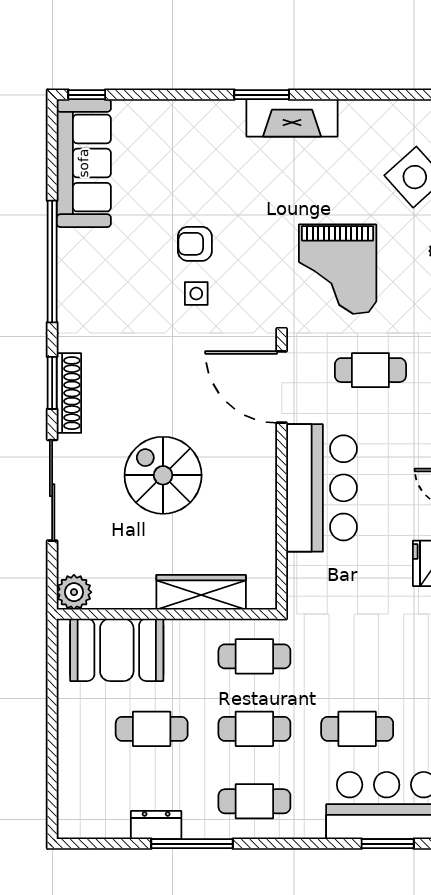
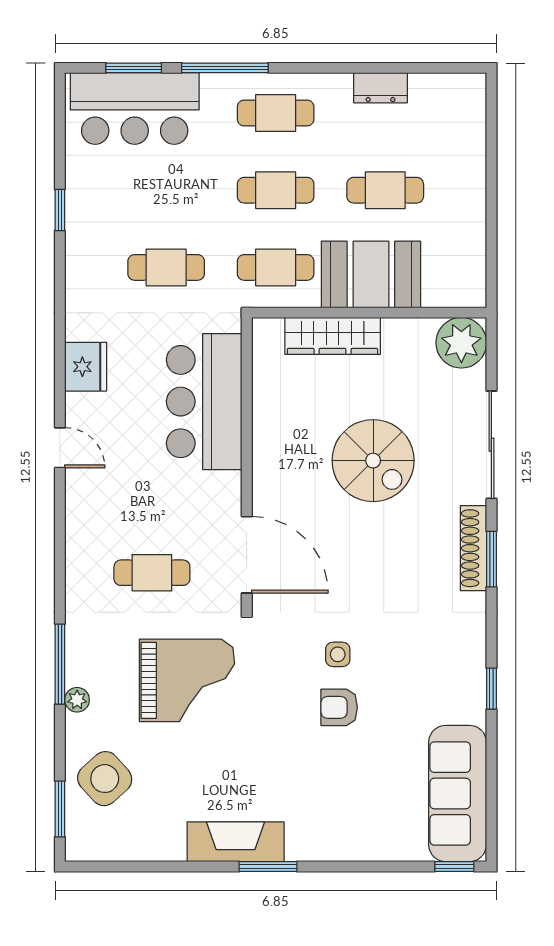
armchair: (195, 244) -> (339, 707), turned 180
window: (52, 262) -> (491, 689), width x0.32
grand piano: (338, 269) -> (187, 680), turned 90
bar counter: (322, 488) -> (204, 402), moved
plant: (74, 592) -> (461, 343), width x1.36, depth x1.36
booth: (117, 650) -> (371, 274), moved
cafe table: (357, 729) -> (166, 267), moved
window: (192, 844) -> (225, 68), moved

